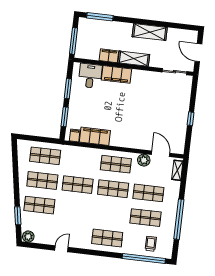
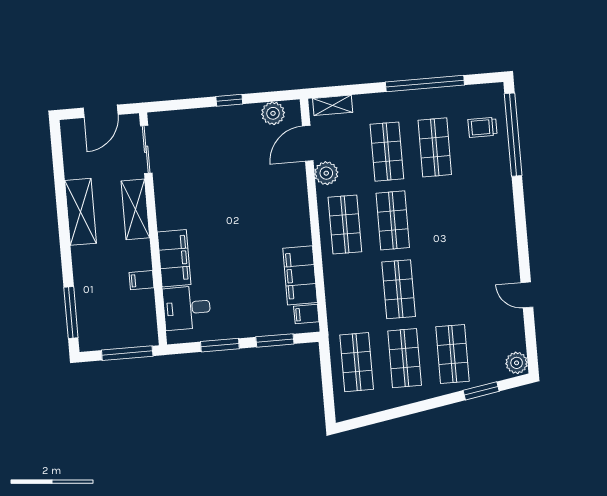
filing cabinet: (109, 56) -> (142, 280), width x0.50
shelving: (134, 59) -> (135, 209), moved
plant: (179, 139) -> (273, 113), added
shop shelf: (107, 238) -> (489, 212), removed

